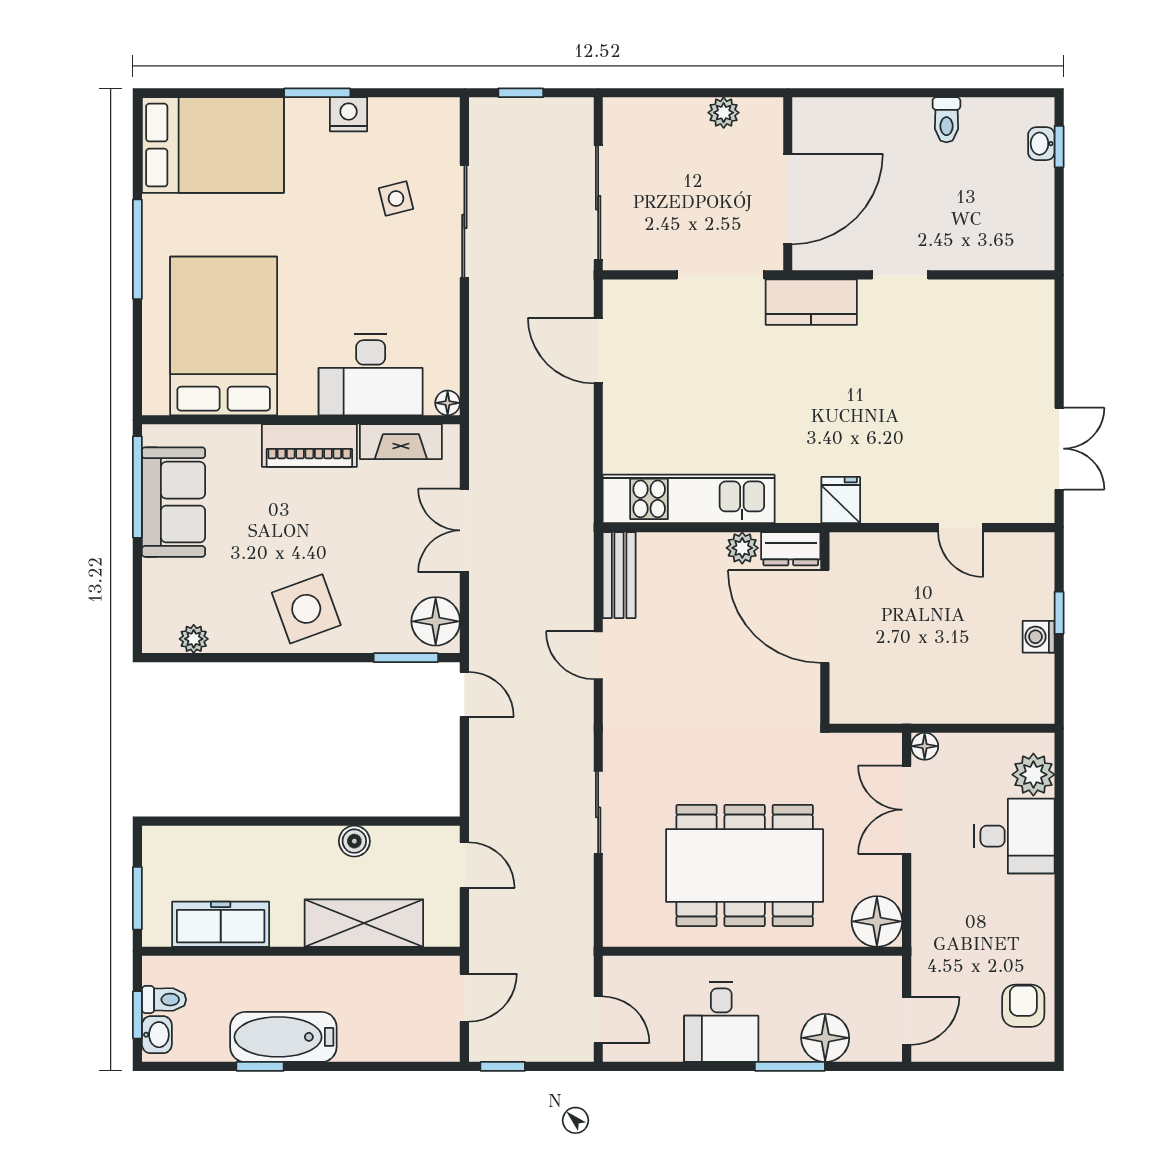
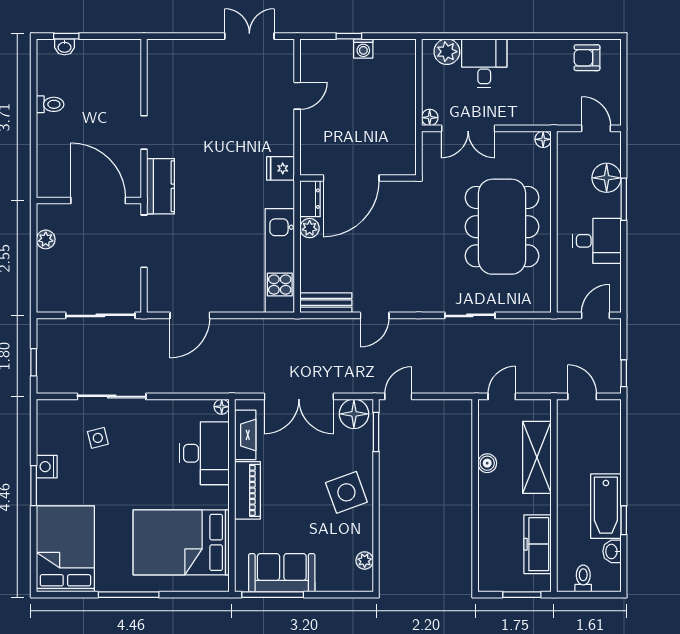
double door: (464, 530) -> (299, 396), width x1.37
floor lamp: (877, 921) -> (543, 139), width x0.53, depth x0.53
window: (137, 1015) -> (593, 595), removed
washbasin: (157, 1035) -> (612, 551), moved, turned -90

